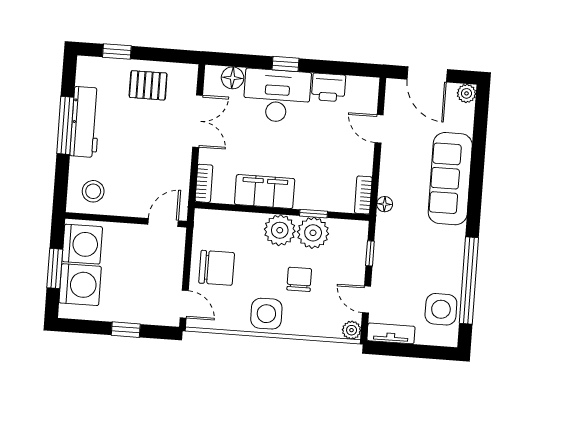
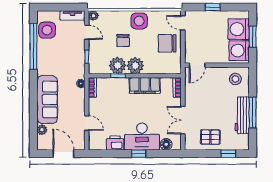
plant: (466, 93) -> (42, 130), moved

